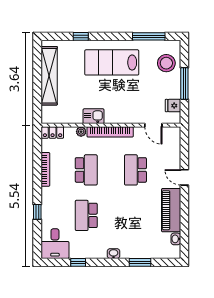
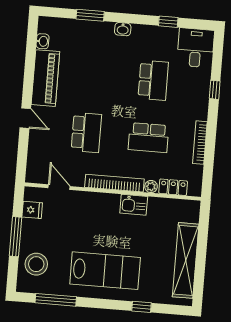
locker: (53, 133) -> (173, 187), moved
school desk: (86, 170) -> (149, 138), turned -90

